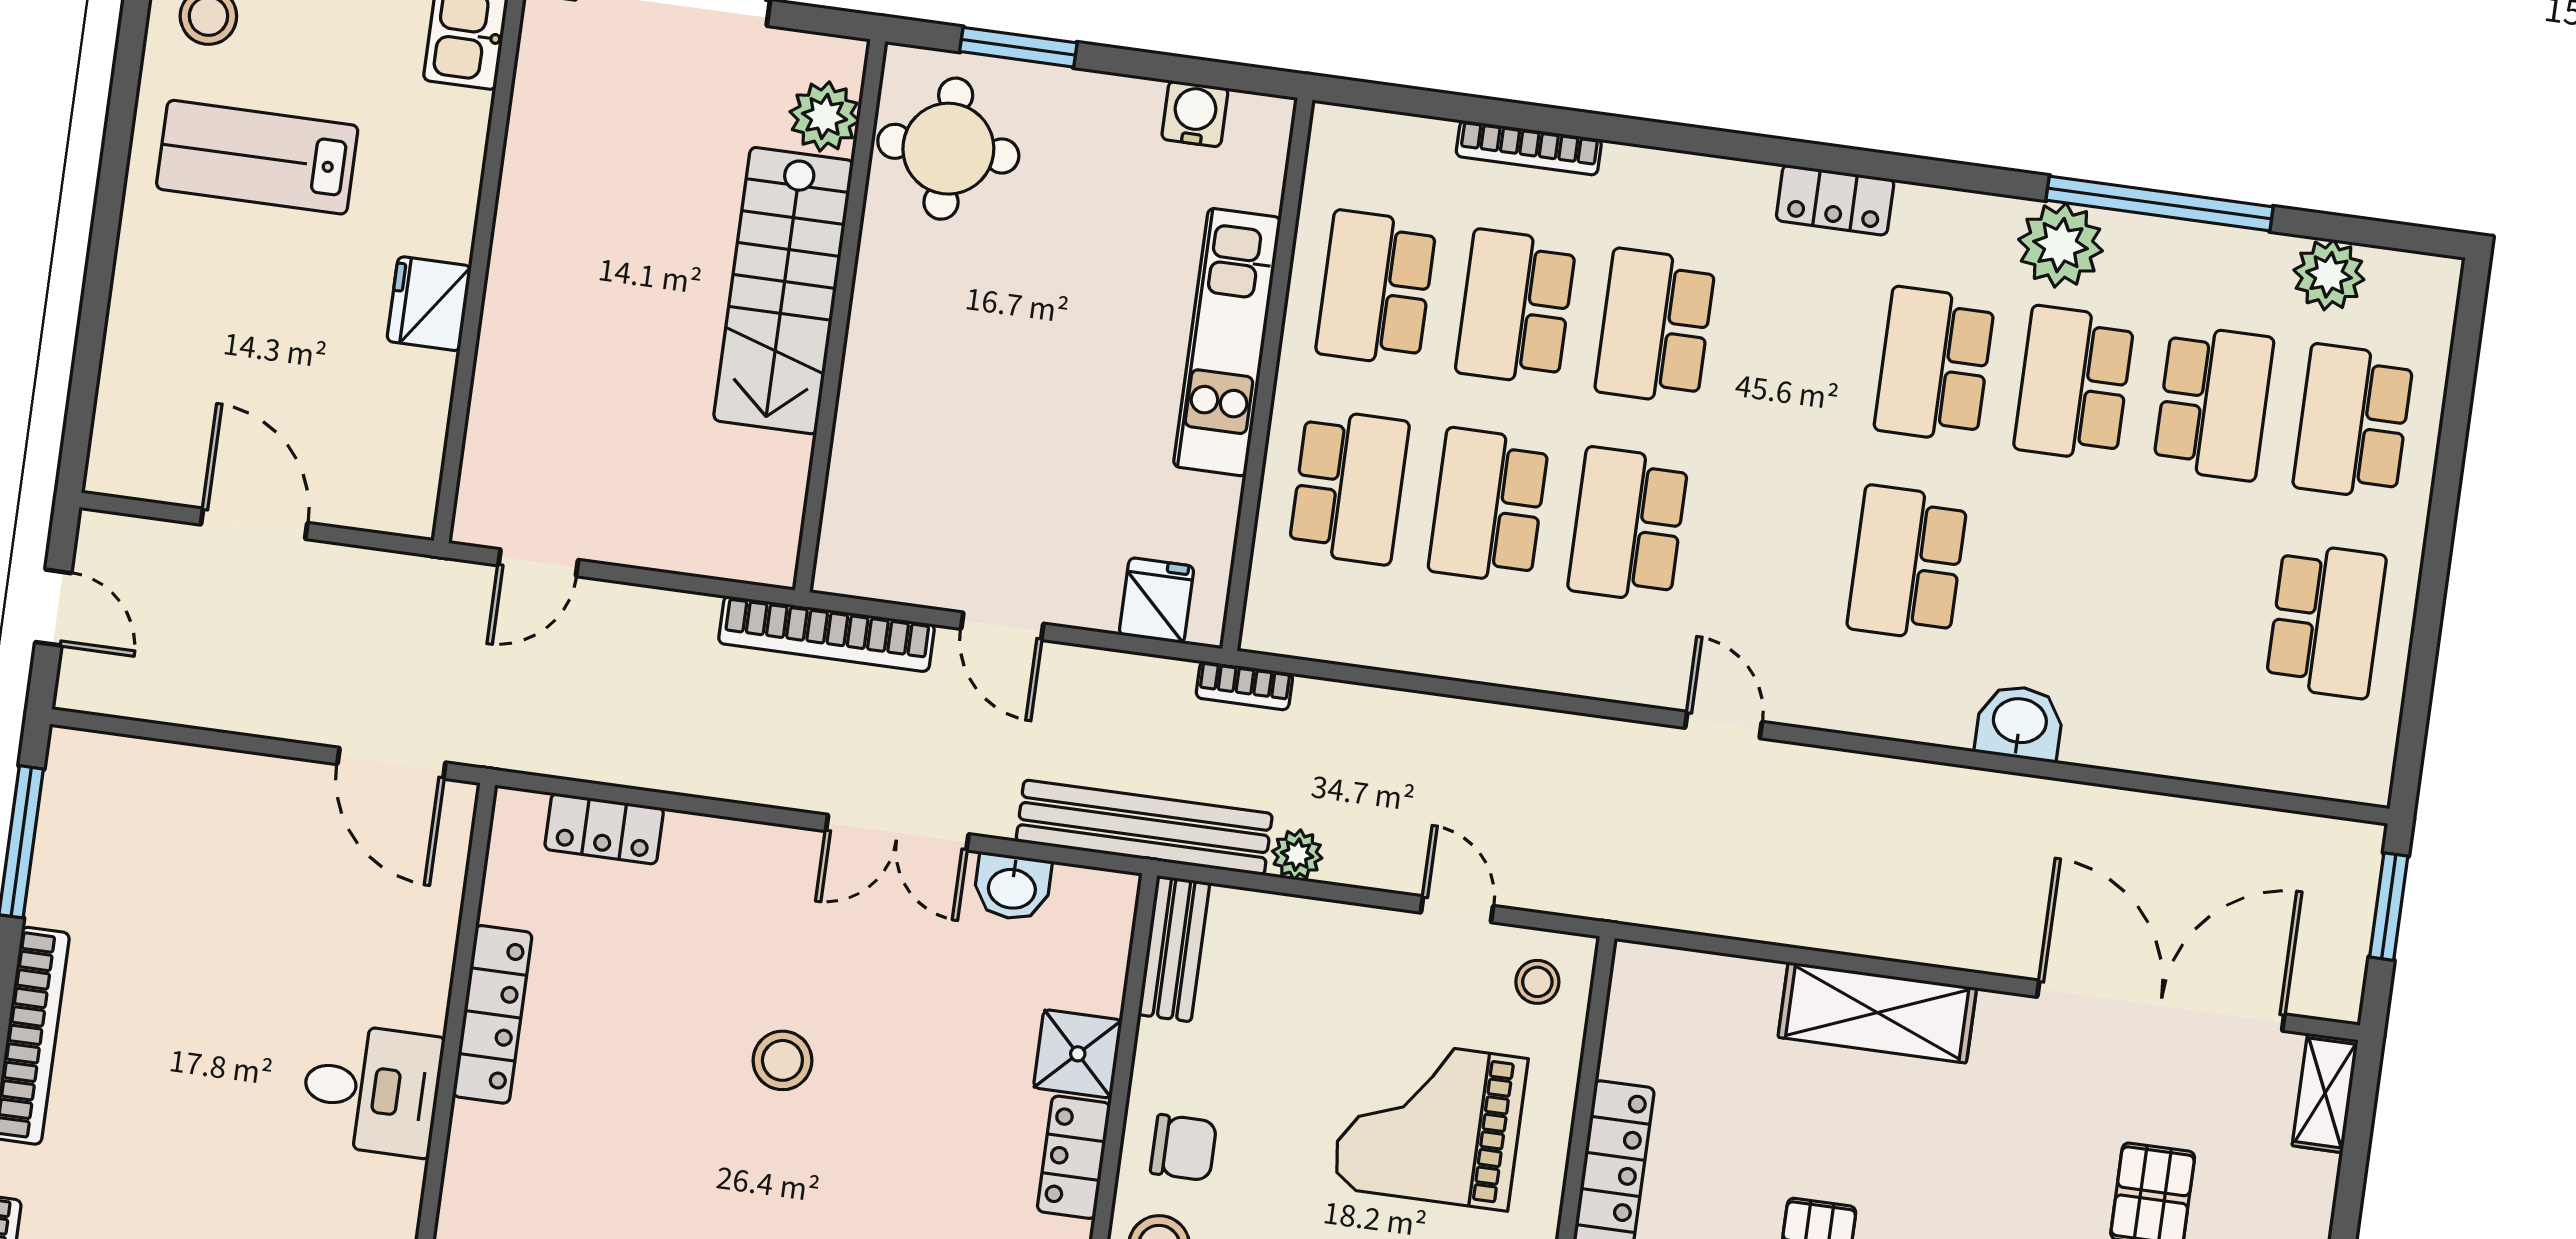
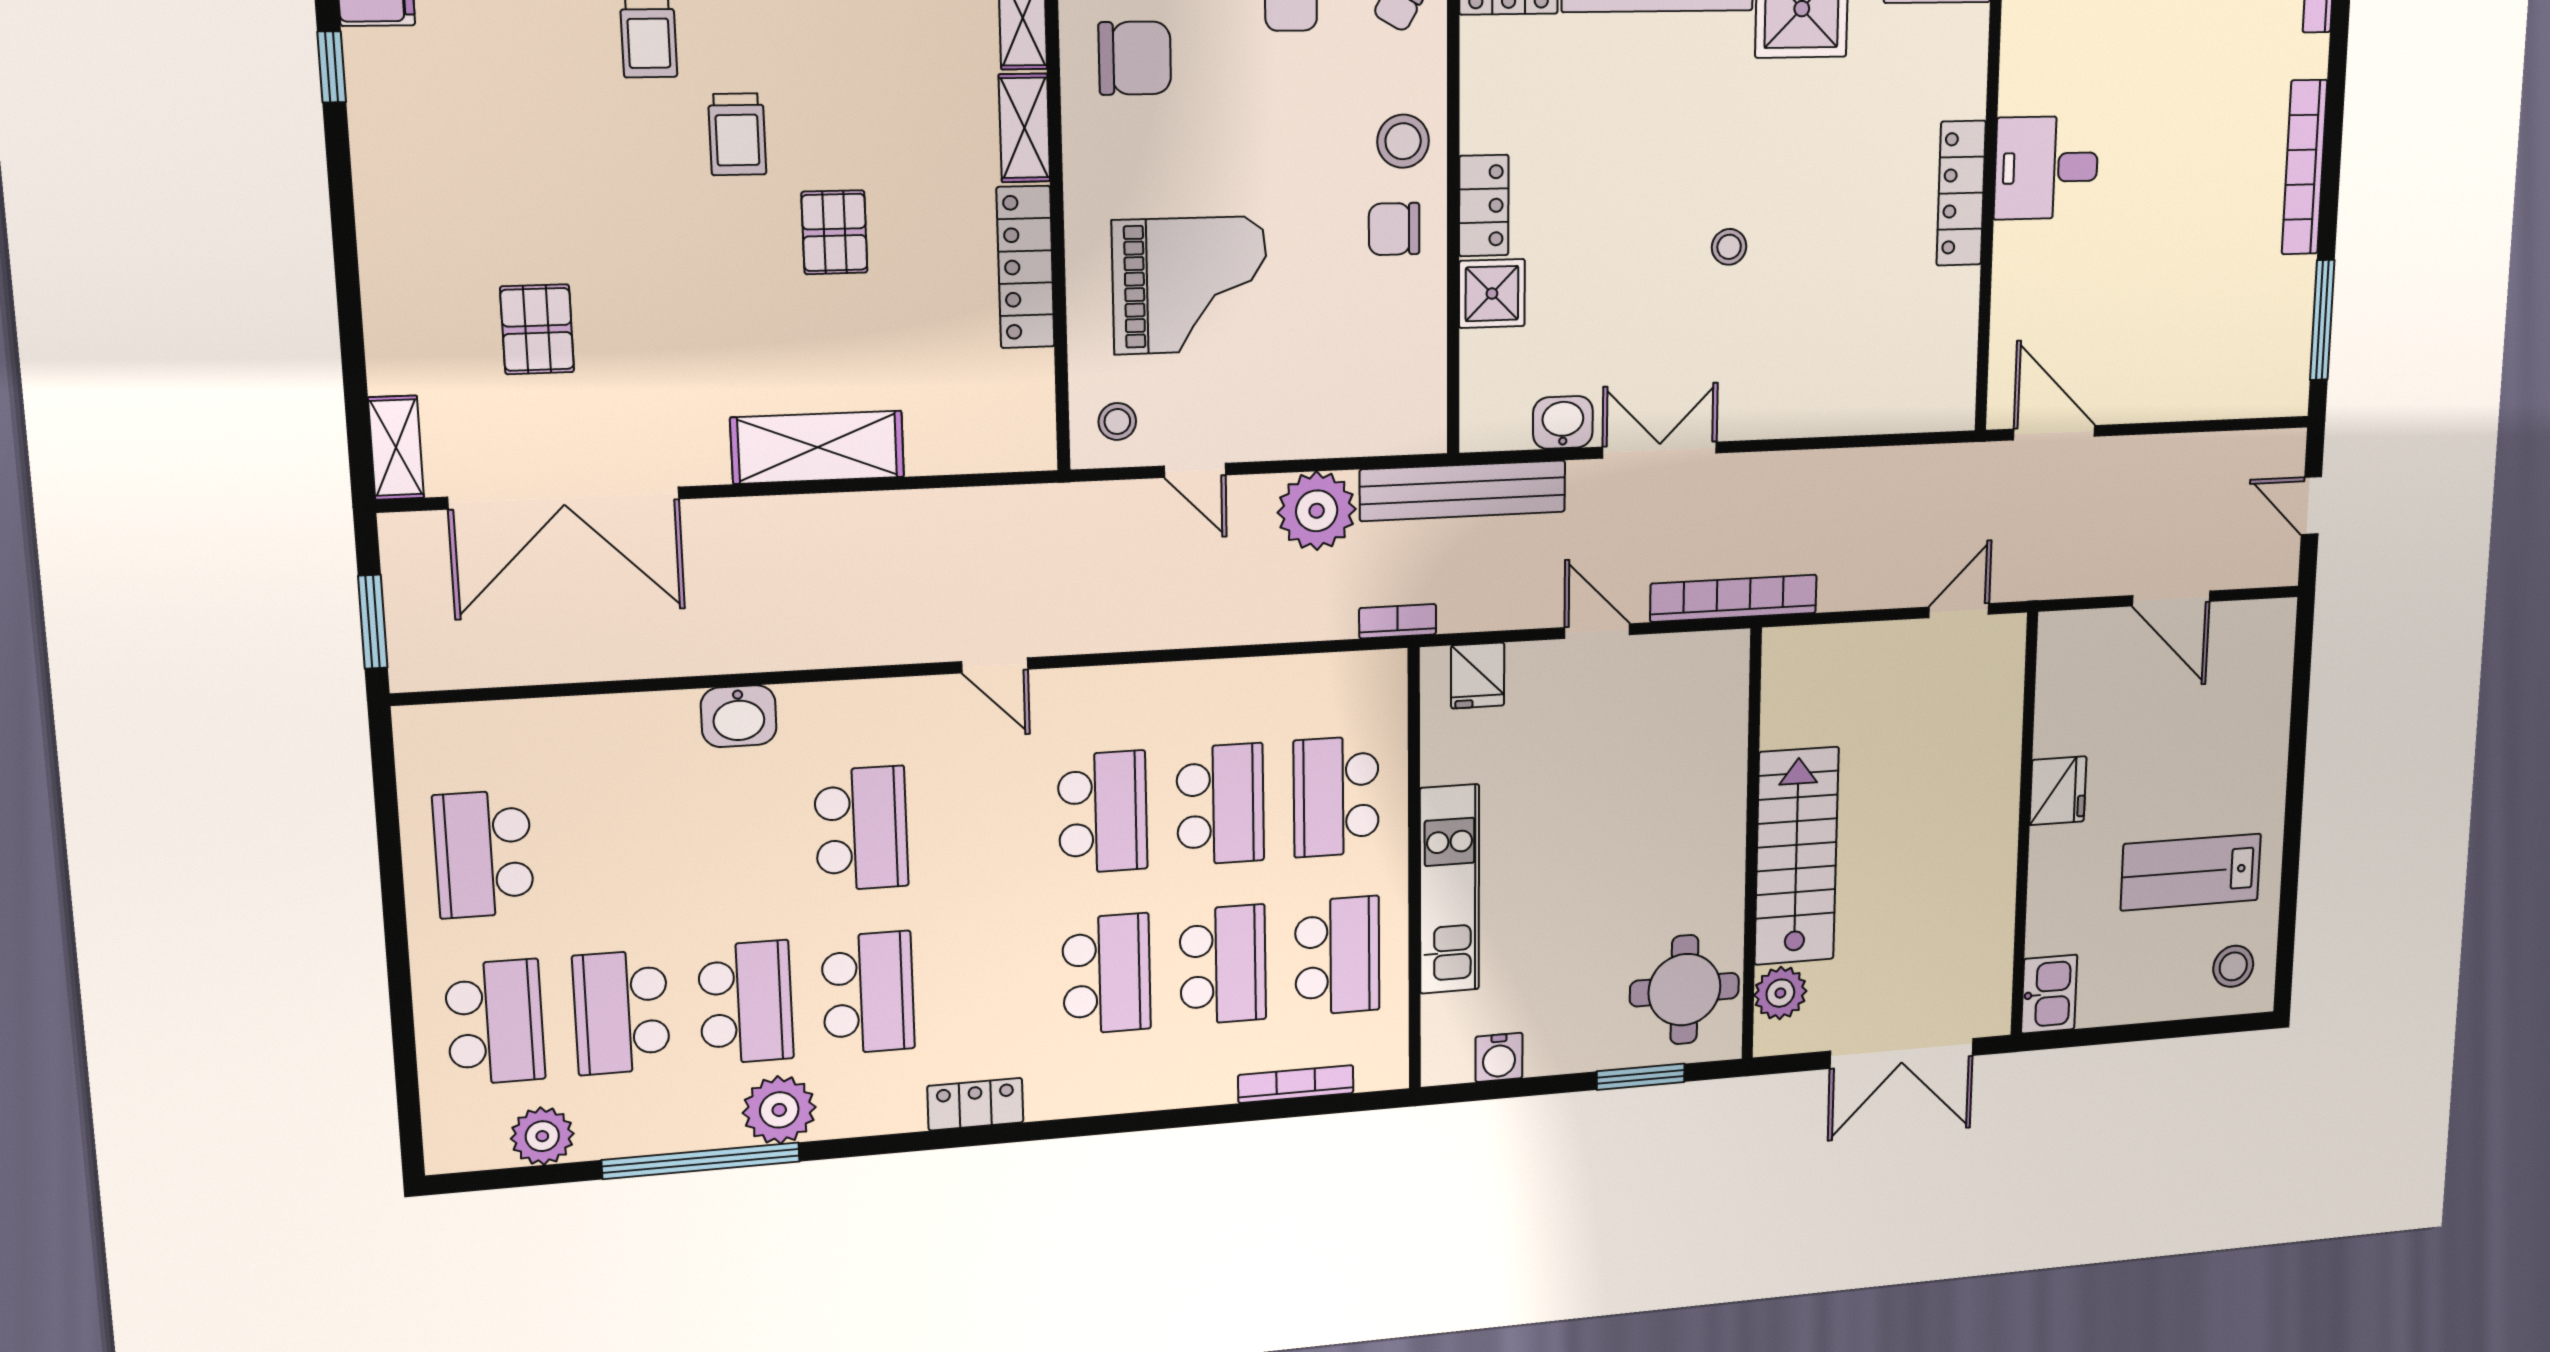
bookcase: (1529, 148) -> (1296, 1084), moved
lab bench: (257, 157) -> (2191, 872), turned 180
locker: (604, 829) -> (1888, 411), removed
plant: (1297, 855) -> (1317, 511), width x1.88, depth x1.88
bench: (1174, 949) -> (1425, 395), removed
locker: (492, 1014) -> (1961, 193), moved
stool: (782, 1060) -> (1729, 247), width x0.73, depth x0.73

